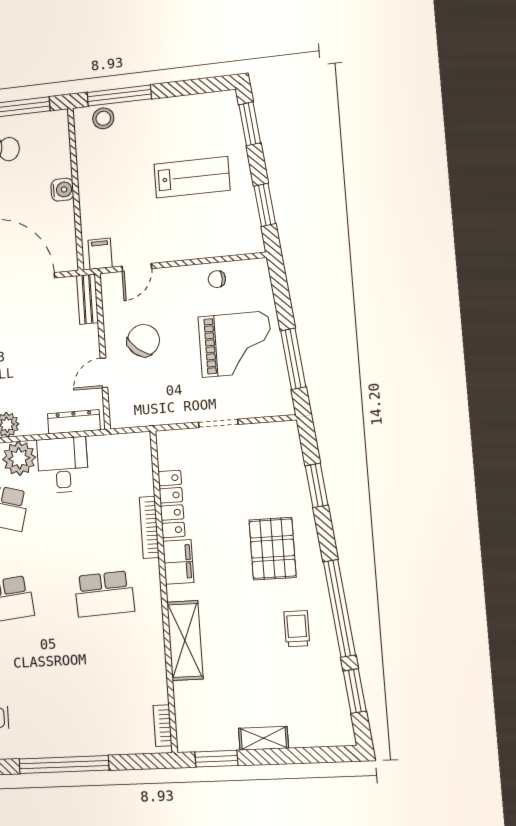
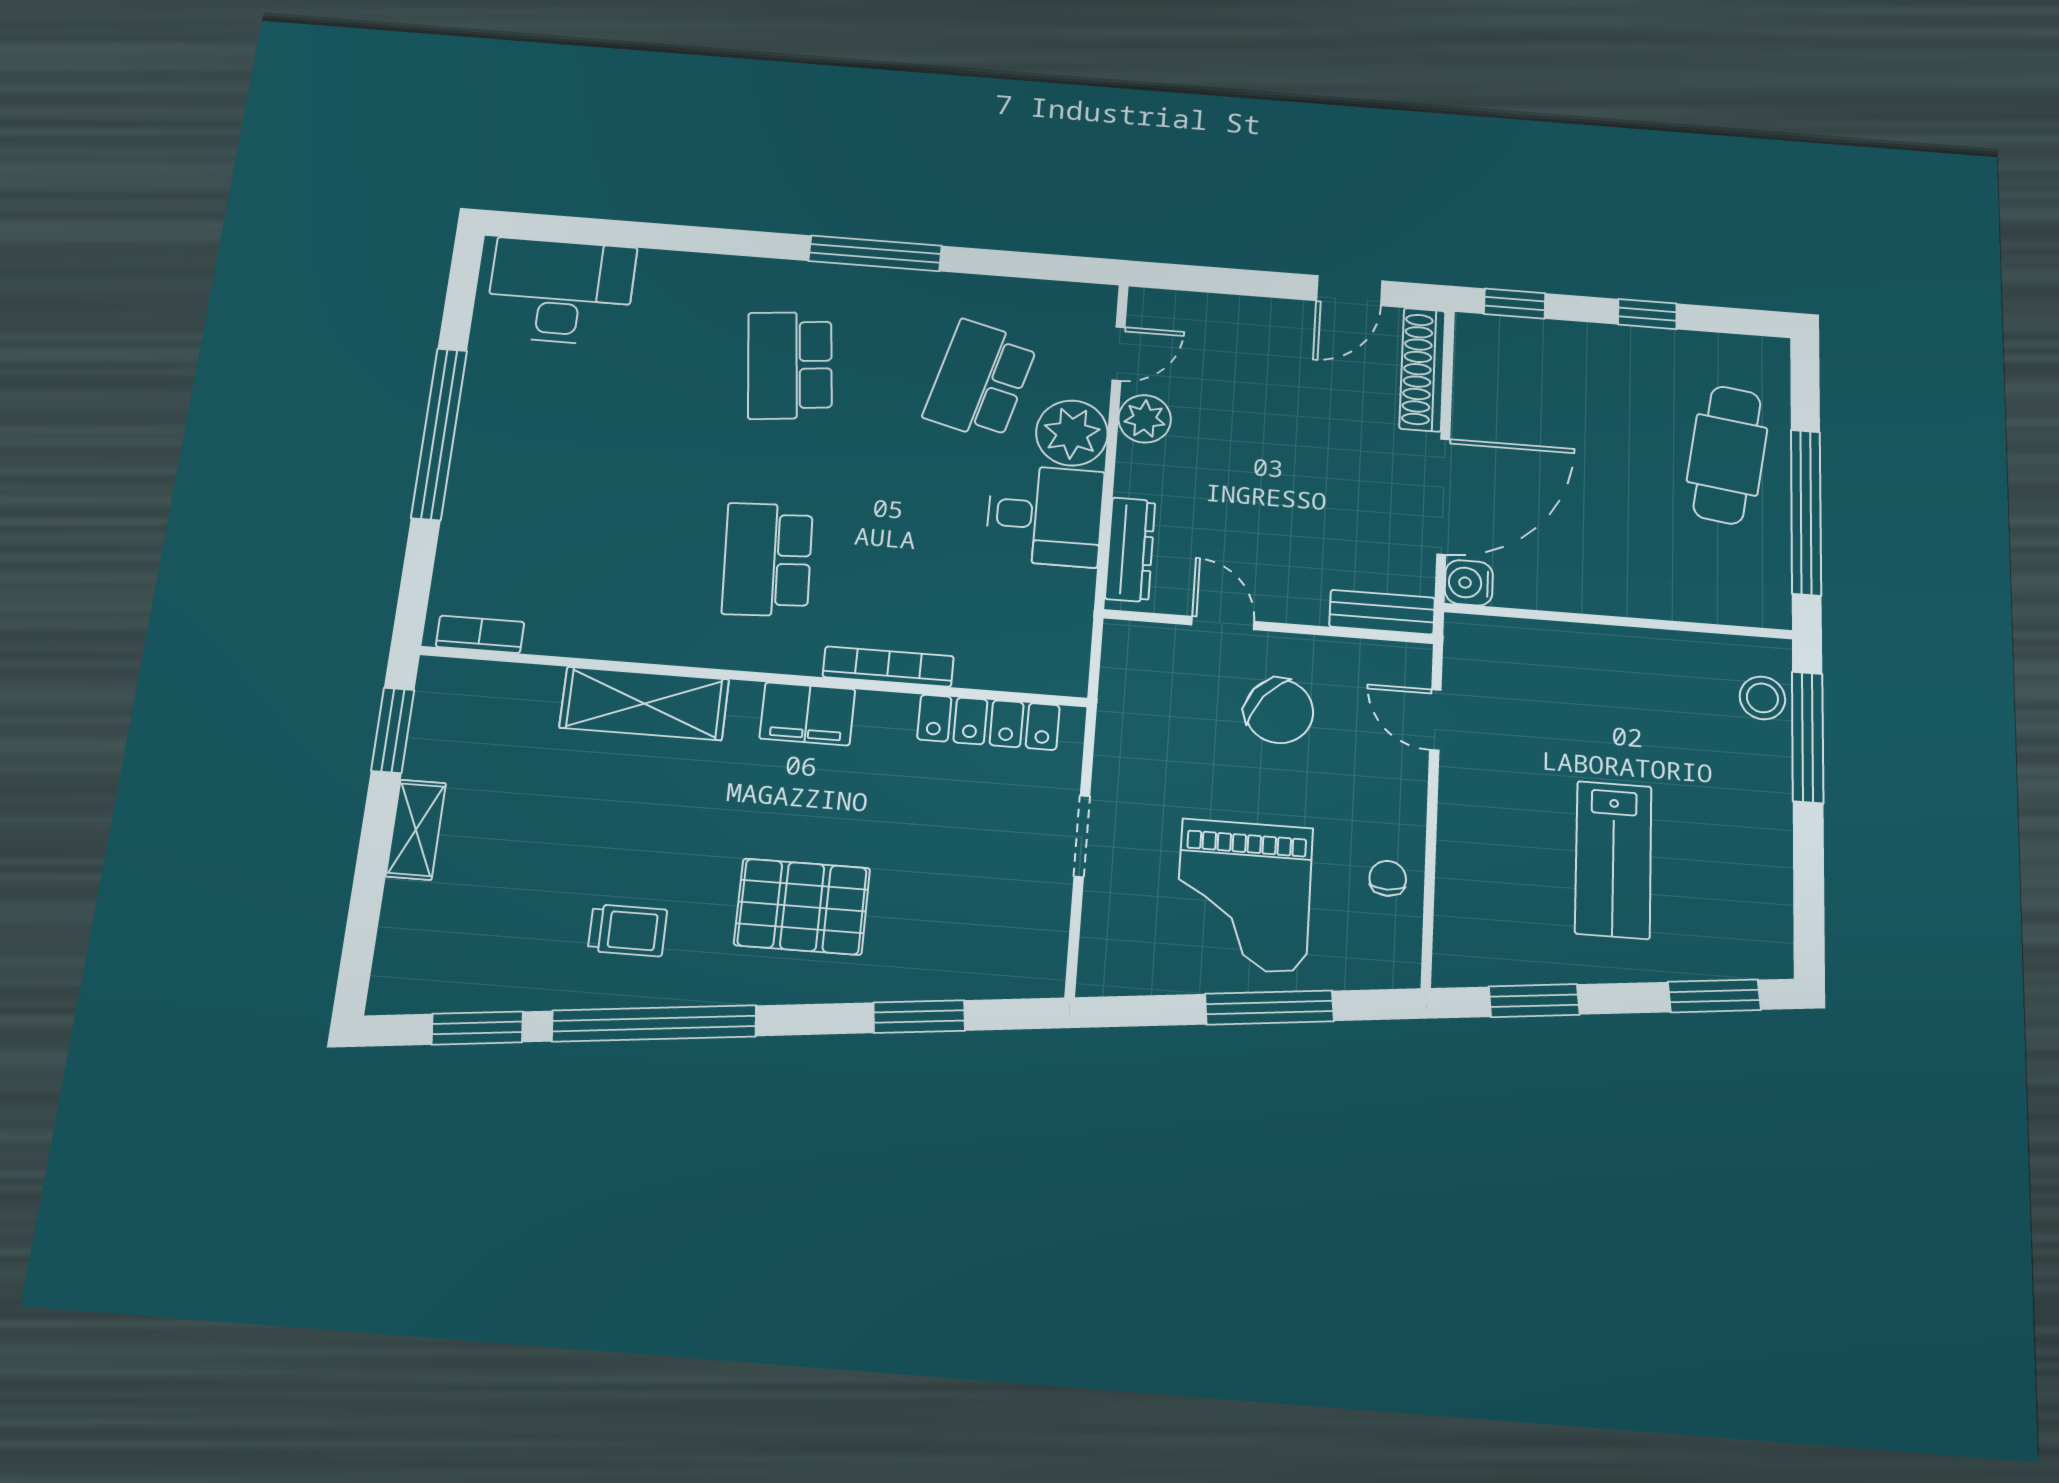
water cooler: (62, 190) -> (1469, 583), moved, turned 90
filing cabinet: (100, 254) -> (1474, 651), removed
window: (293, 359) -> (1269, 1007), moved
locker: (171, 504) -> (988, 722), moved

